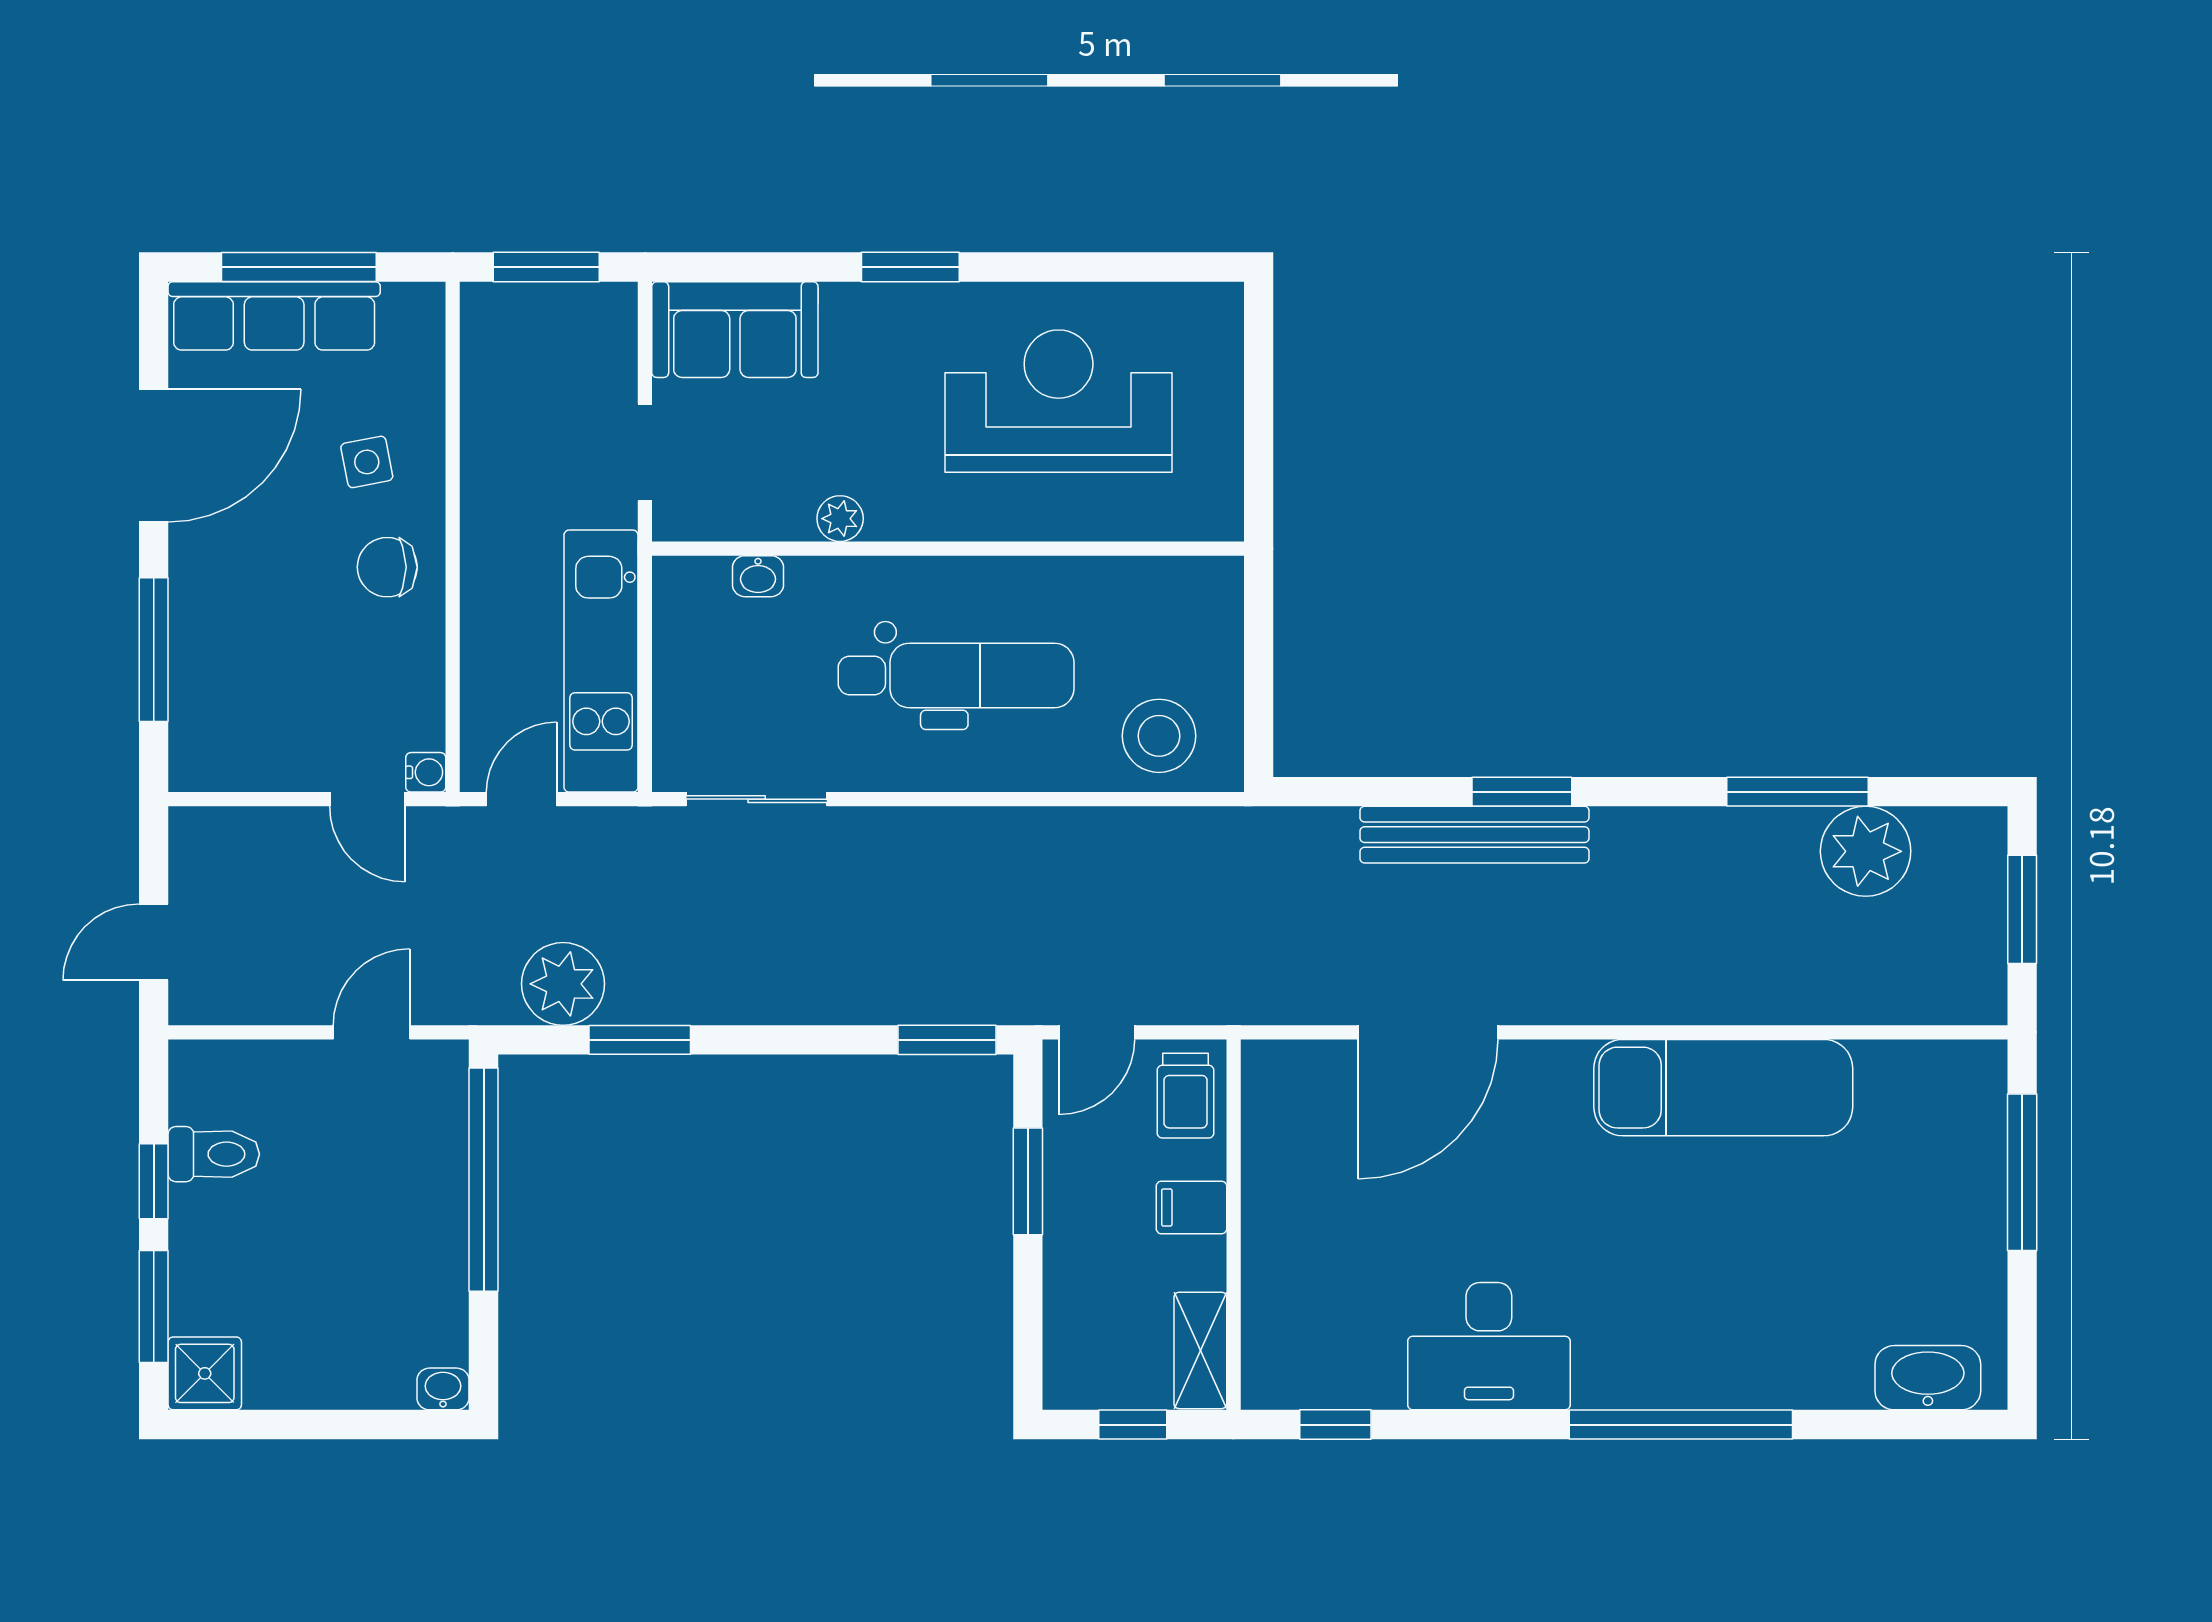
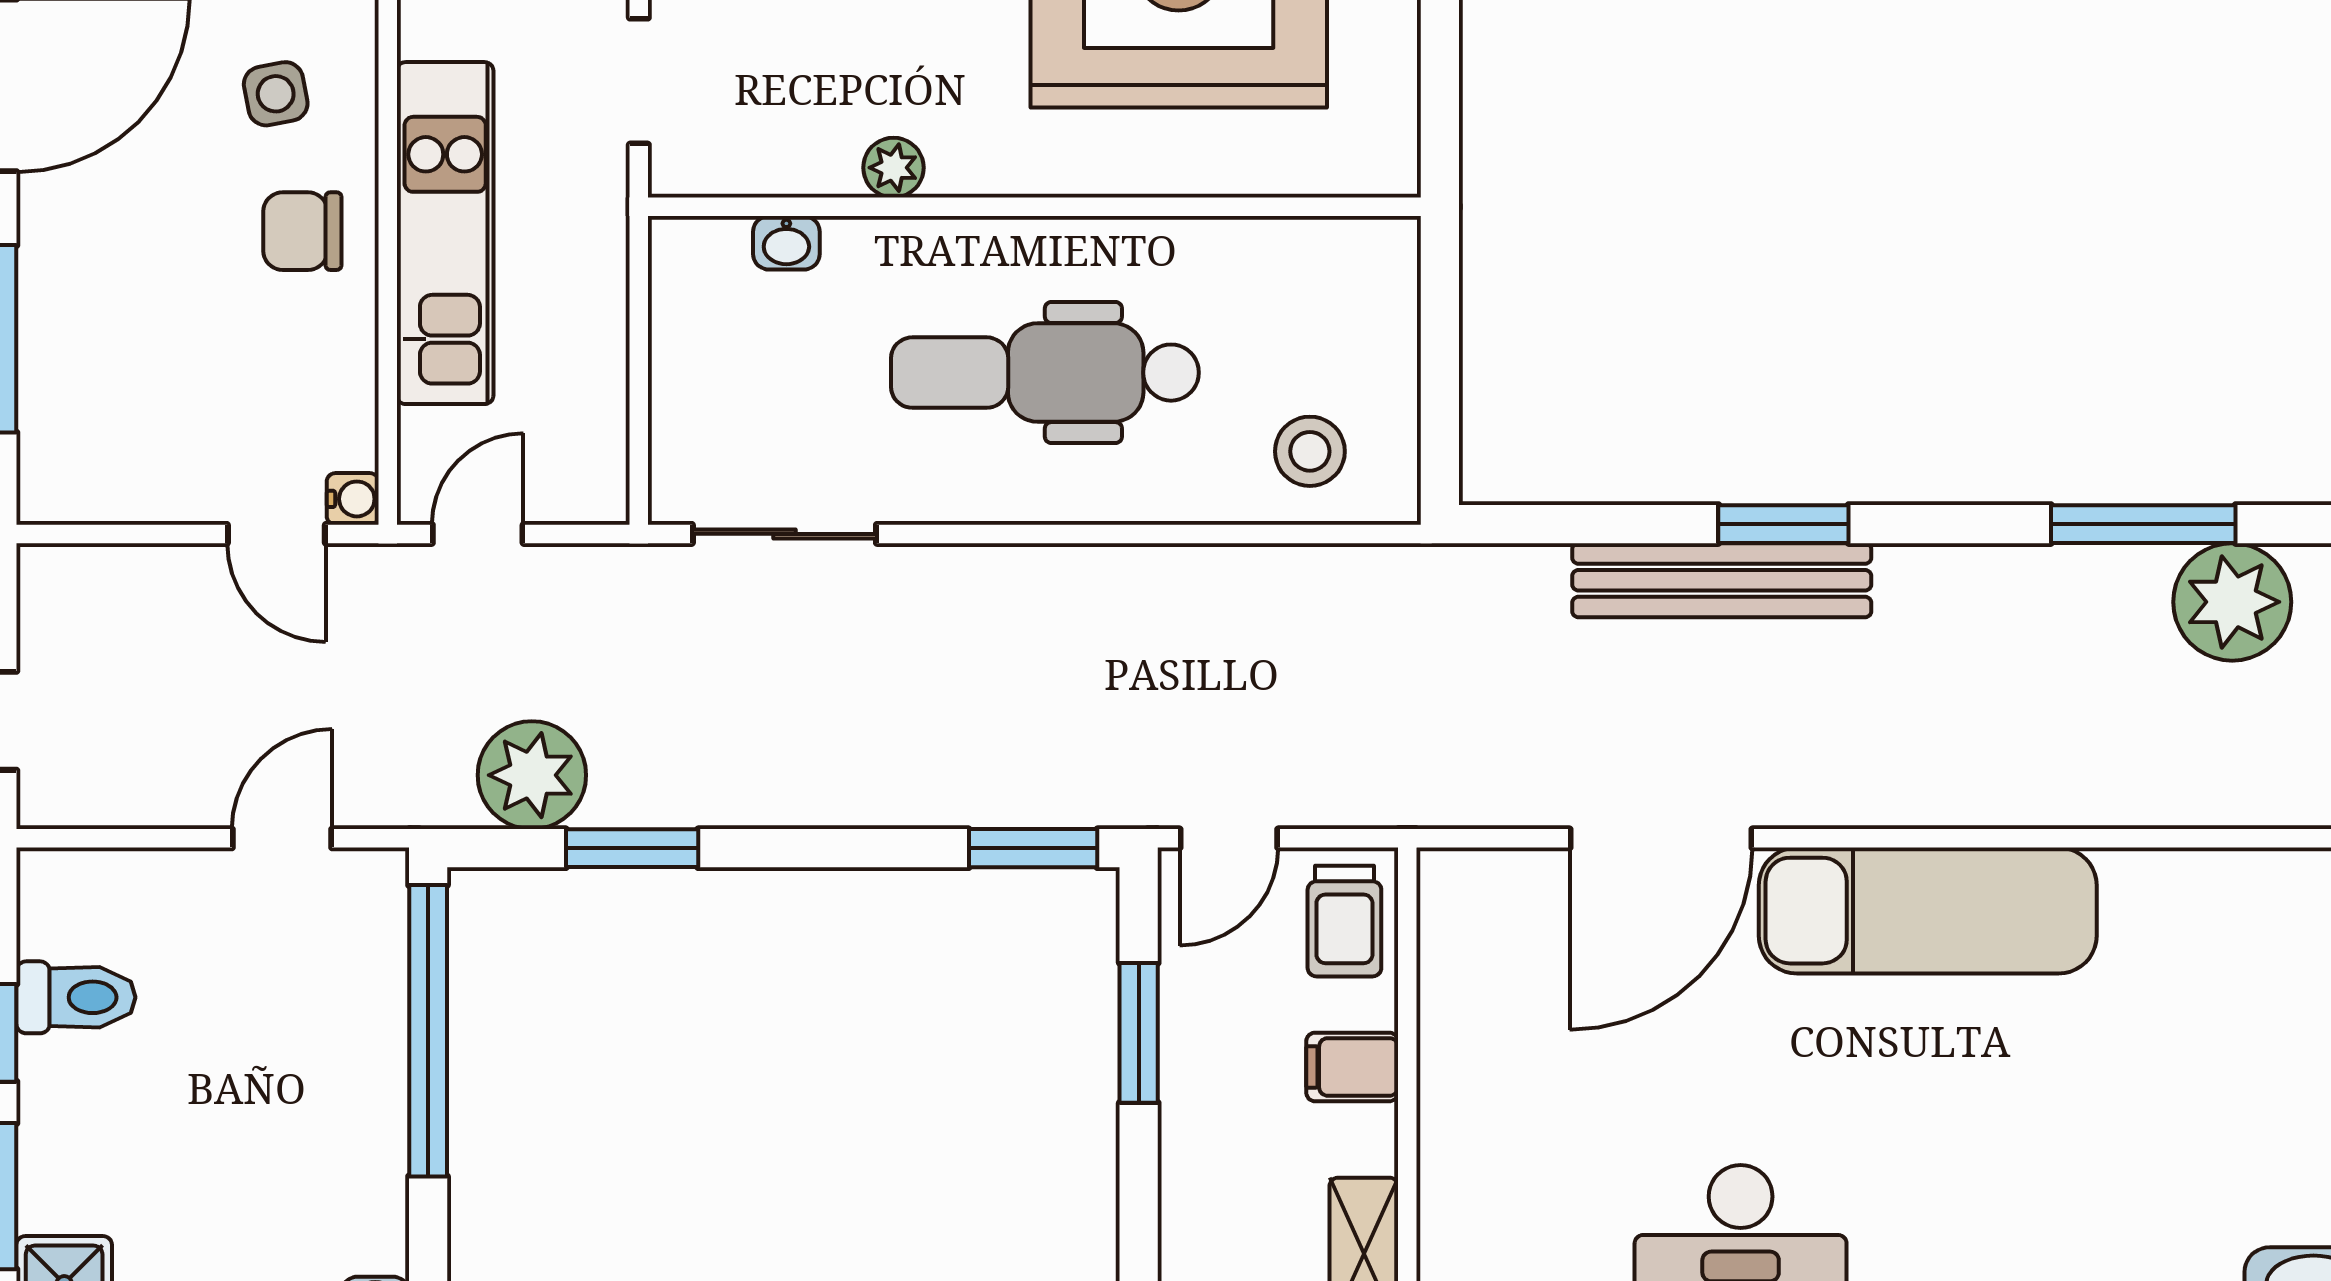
kitchen unit: (601, 661) -> (445, 233), moved, turned 180
dental chair: (956, 675) -> (1045, 373), turned 180
stool: (1159, 736) -> (1310, 451), width x0.73, depth x0.73
exam couch: (1723, 1088) -> (1928, 911), moved

